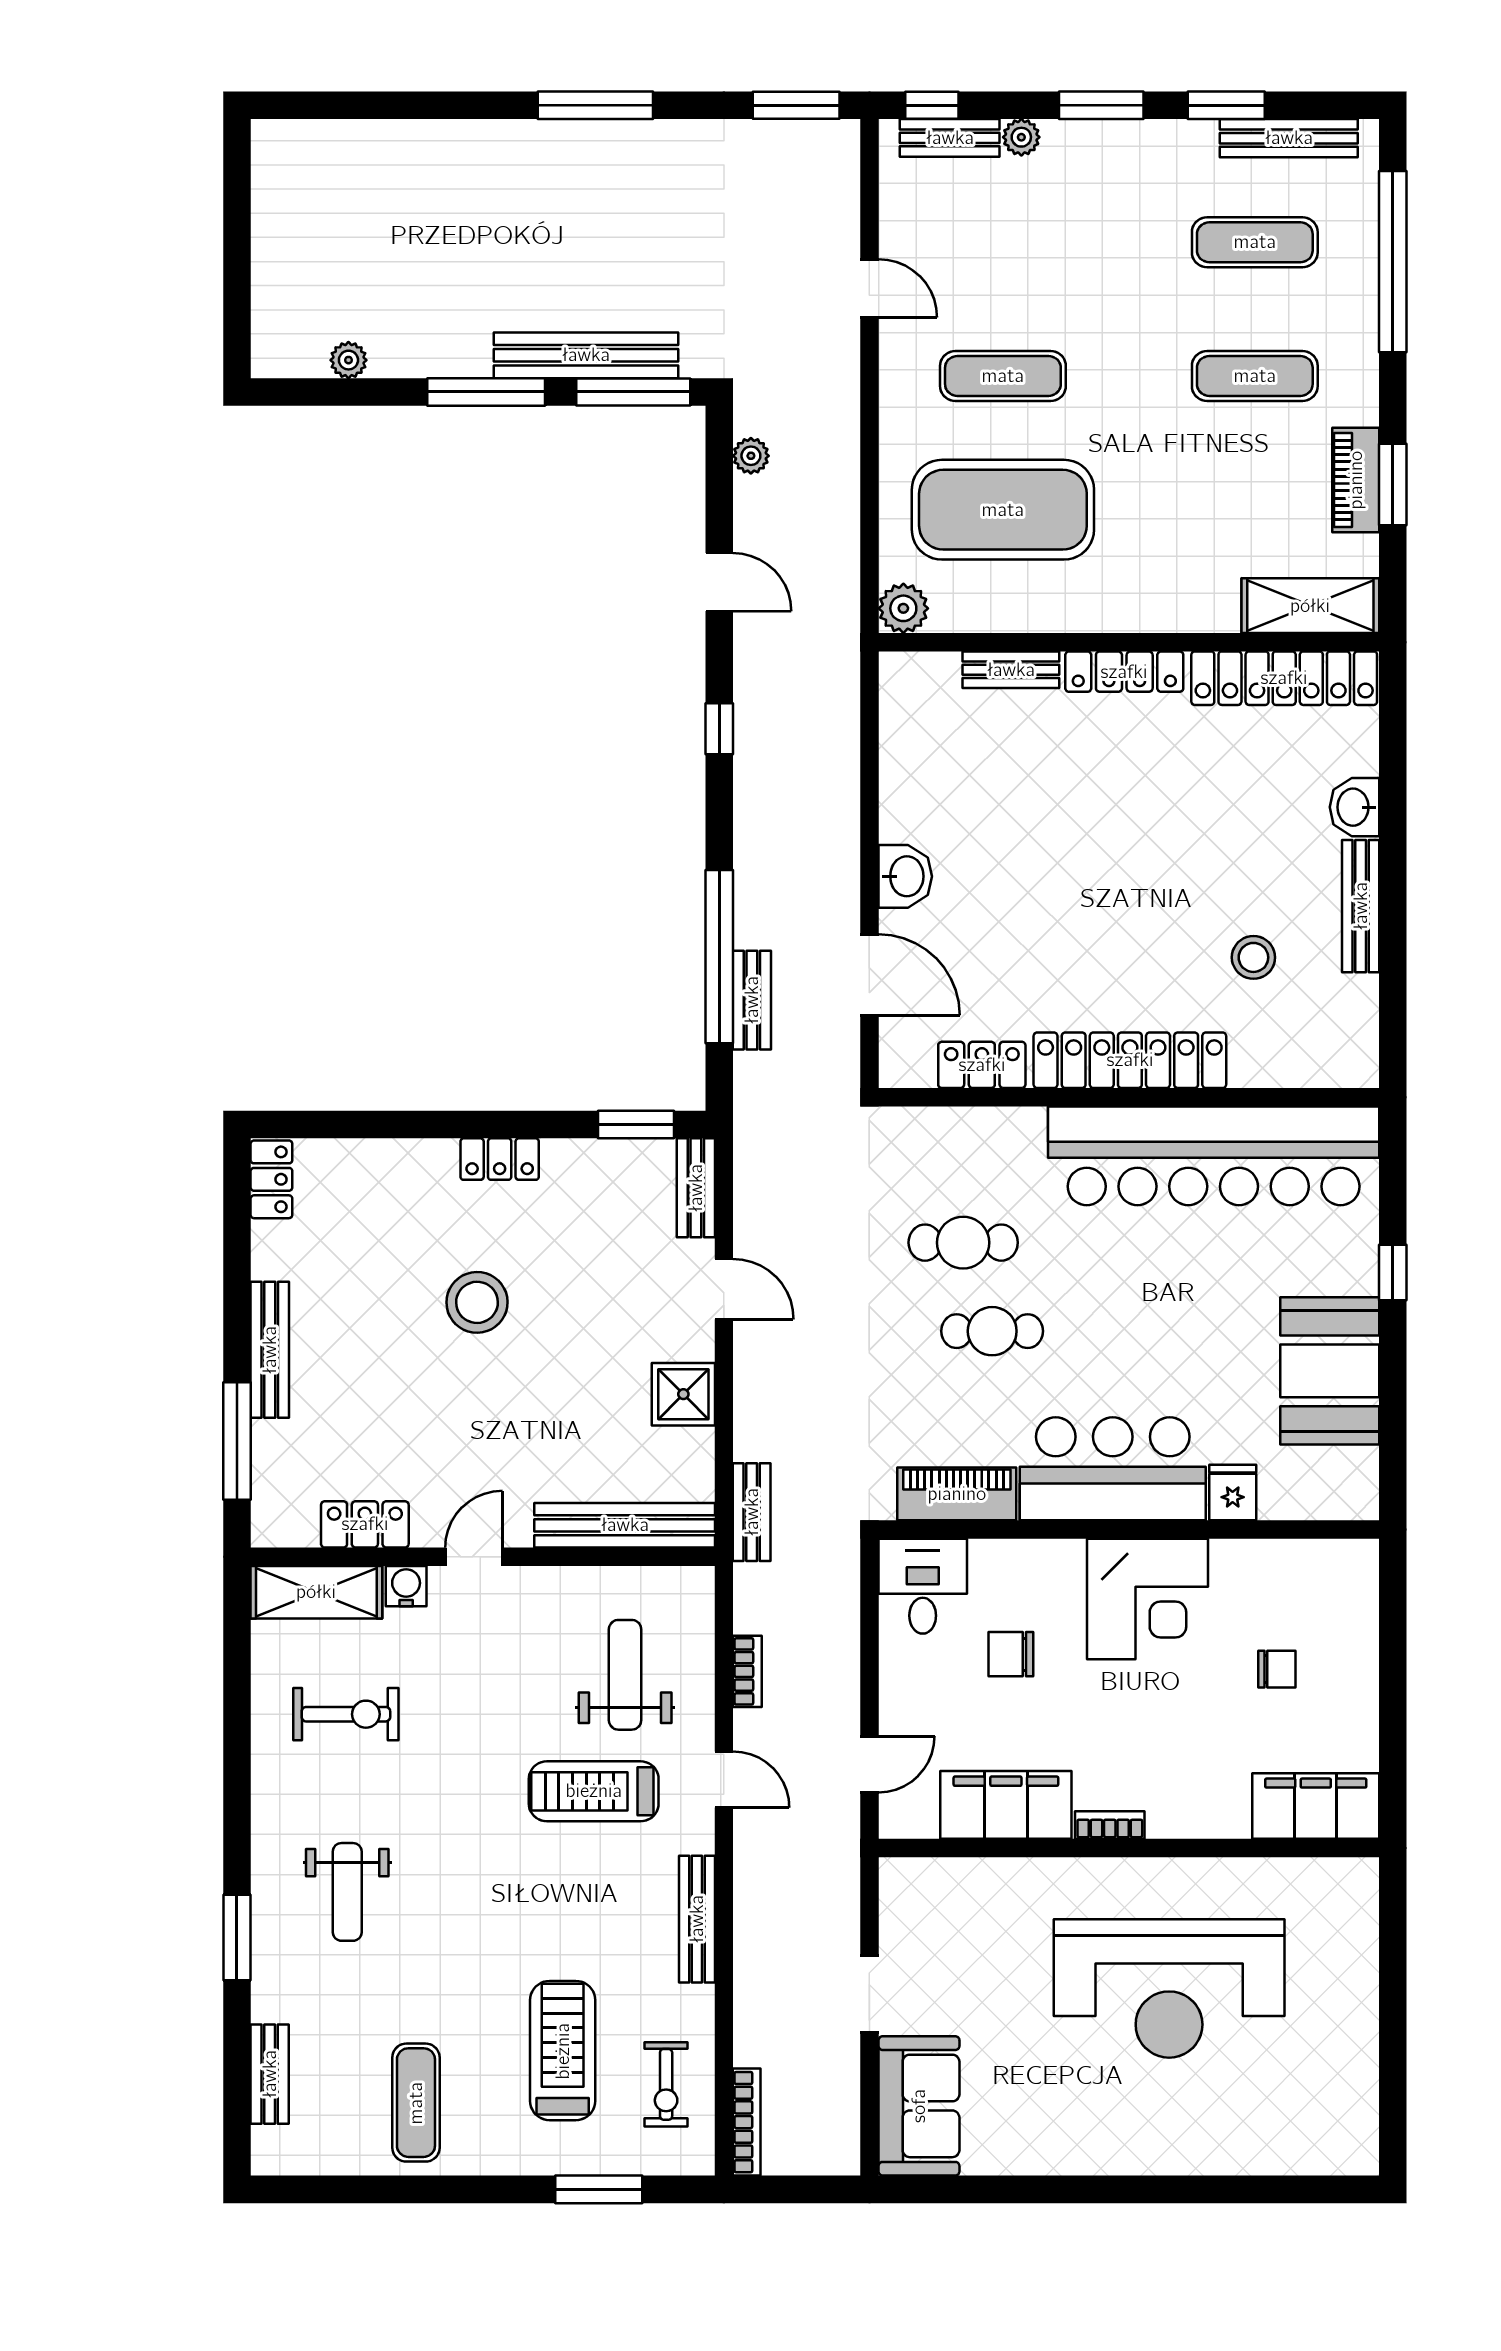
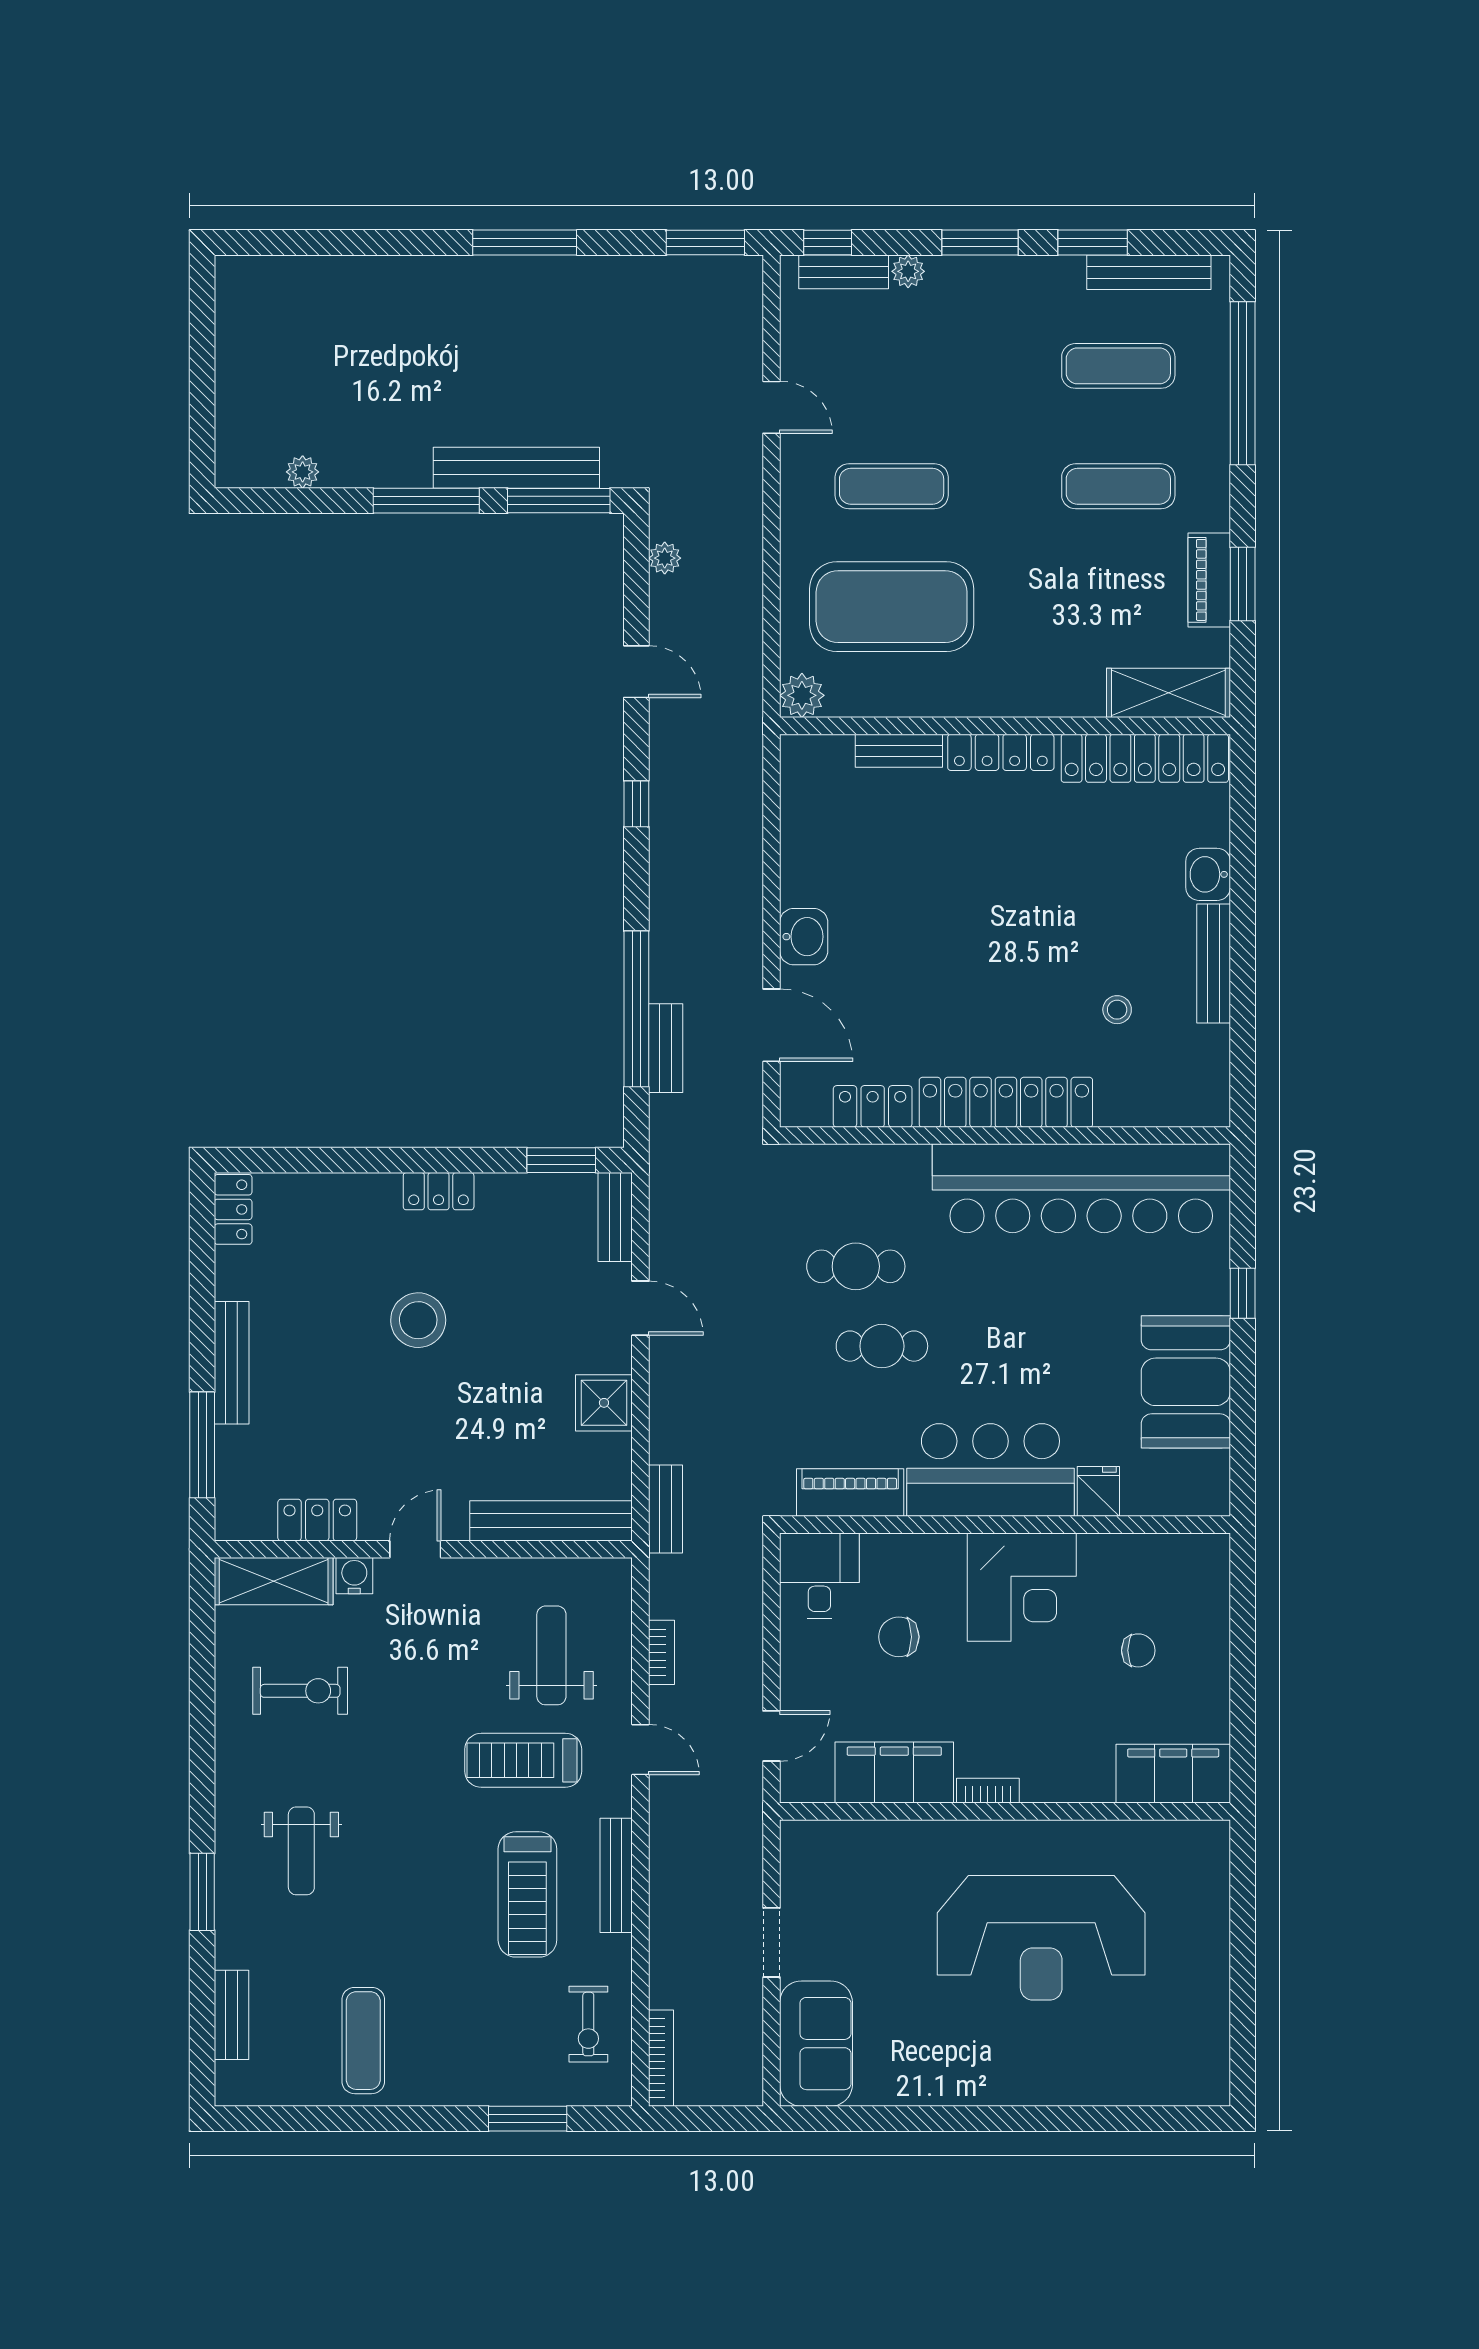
stool: (1253, 957) -> (1117, 1010), width x0.73, depth x0.73
treadmill: (563, 2051) -> (527, 1894), moved, turned 180

